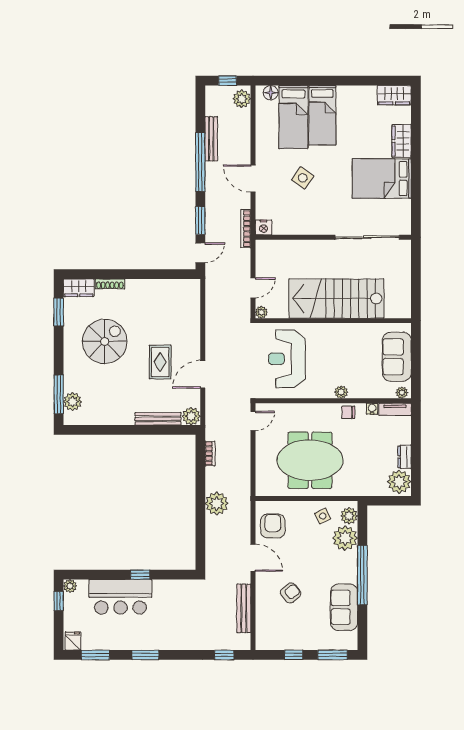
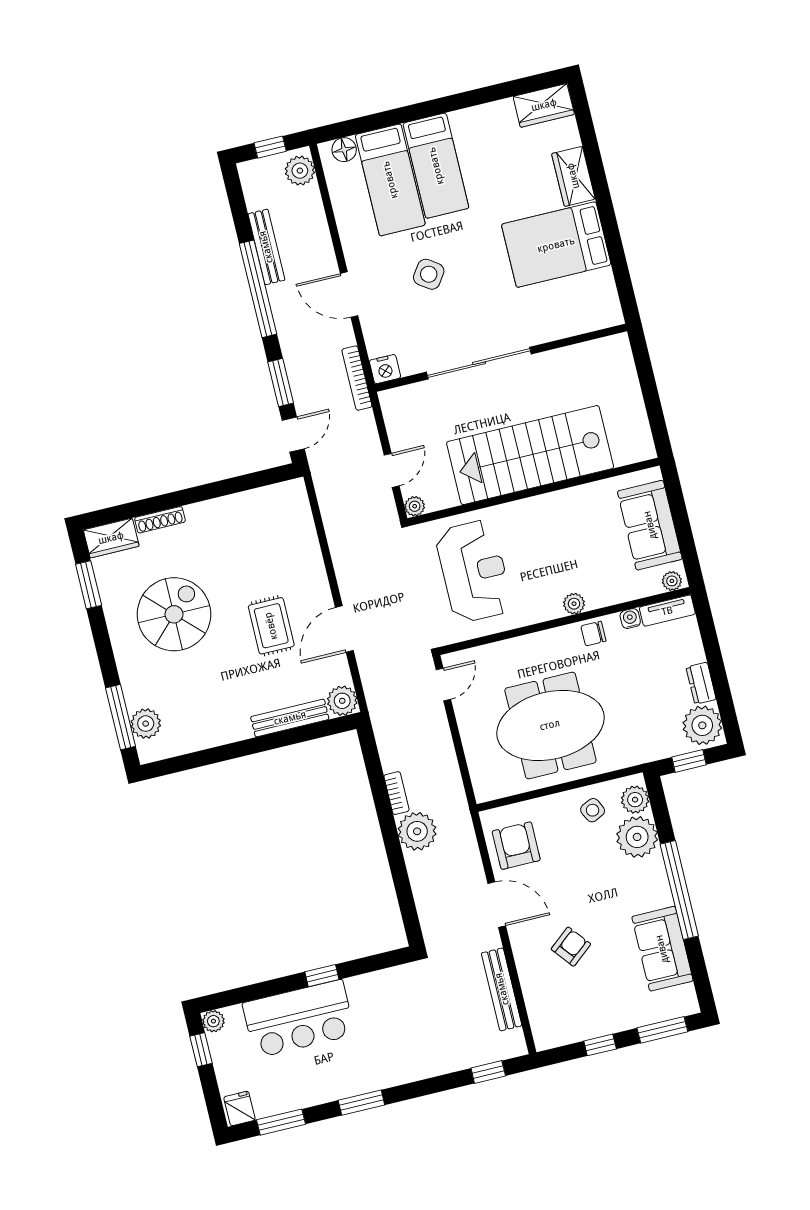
sliding door: (367, 237) -> (479, 363), moved
reception desk: (287, 359) -> (474, 571), turned 180
bookcase: (210, 453) -> (397, 793), moved
window: (386, 501) -> (689, 761), added

